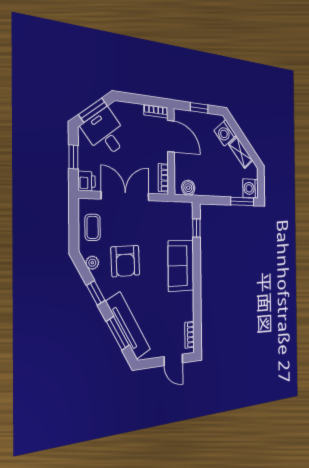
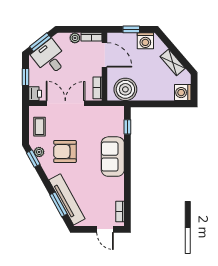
plant: (136, 110) -> (75, 38), added
washing machine: (225, 133) -> (145, 41), moved, turned -49
boiler: (188, 188) -> (125, 89), width x1.86, depth x1.86
window: (242, 201) -> (174, 104), removed
armchair: (125, 261) -> (65, 152), turned 92
window: (96, 293) -> (33, 159), moved

